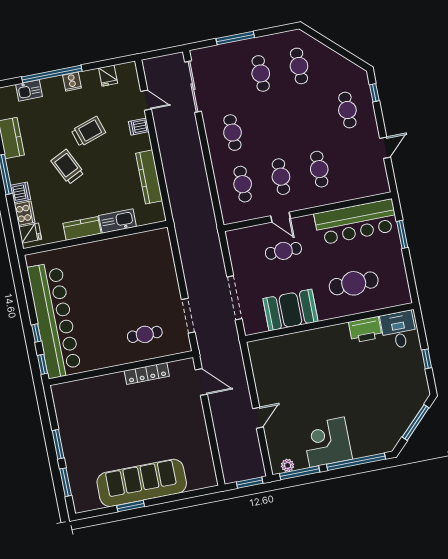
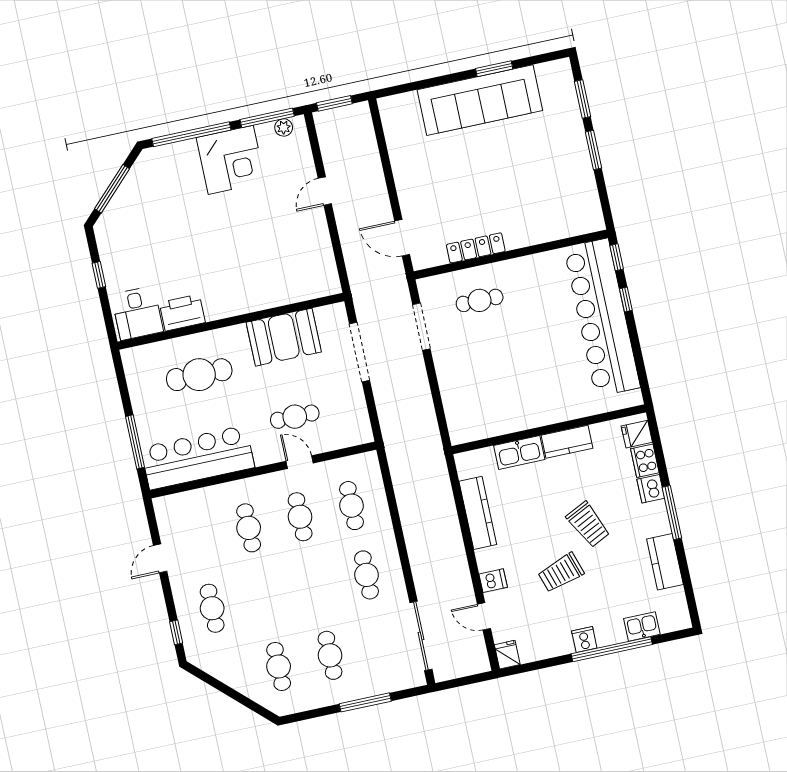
fridge: (108, 76) -> (507, 655), moved
window: (402, 234) -> (135, 442), width x1.44

